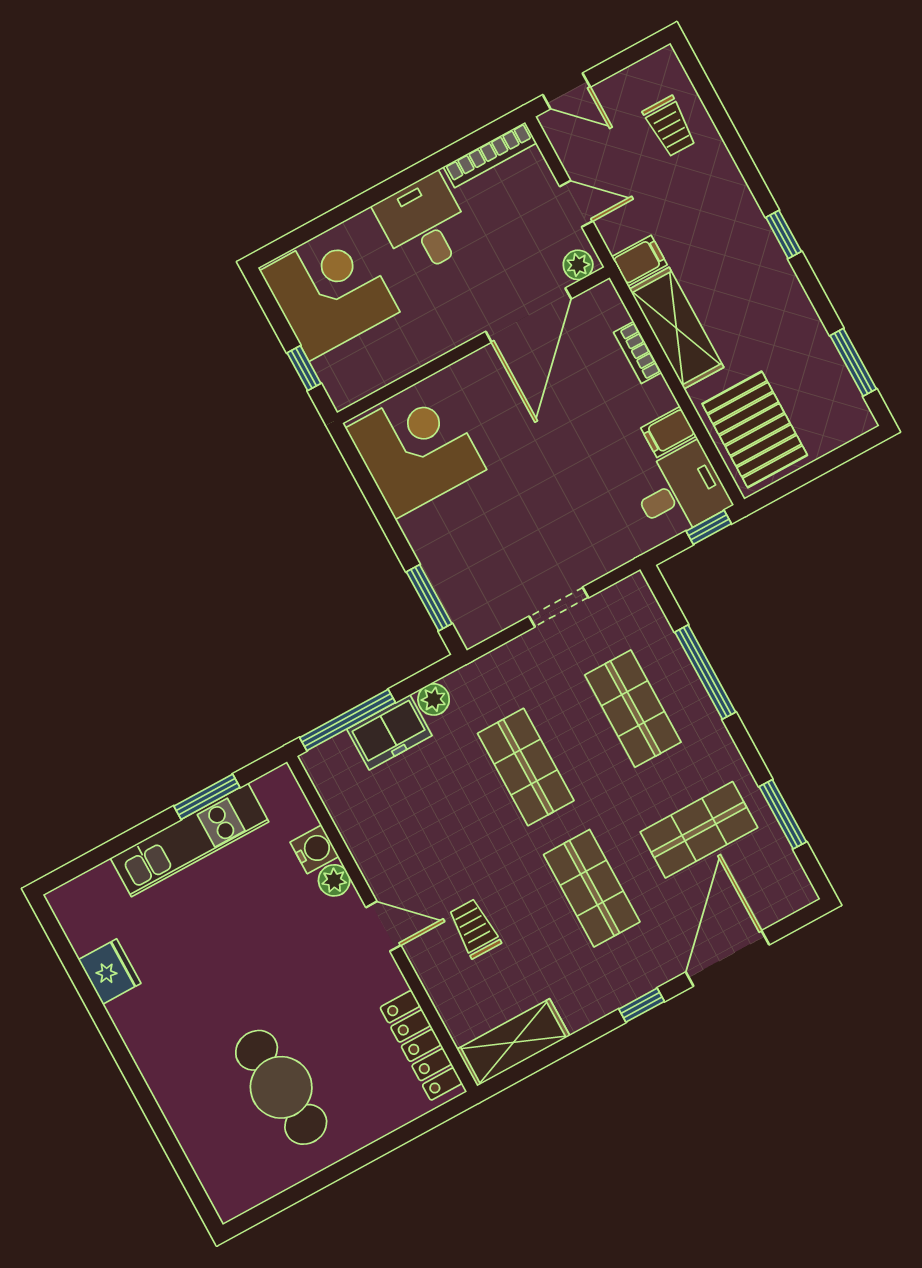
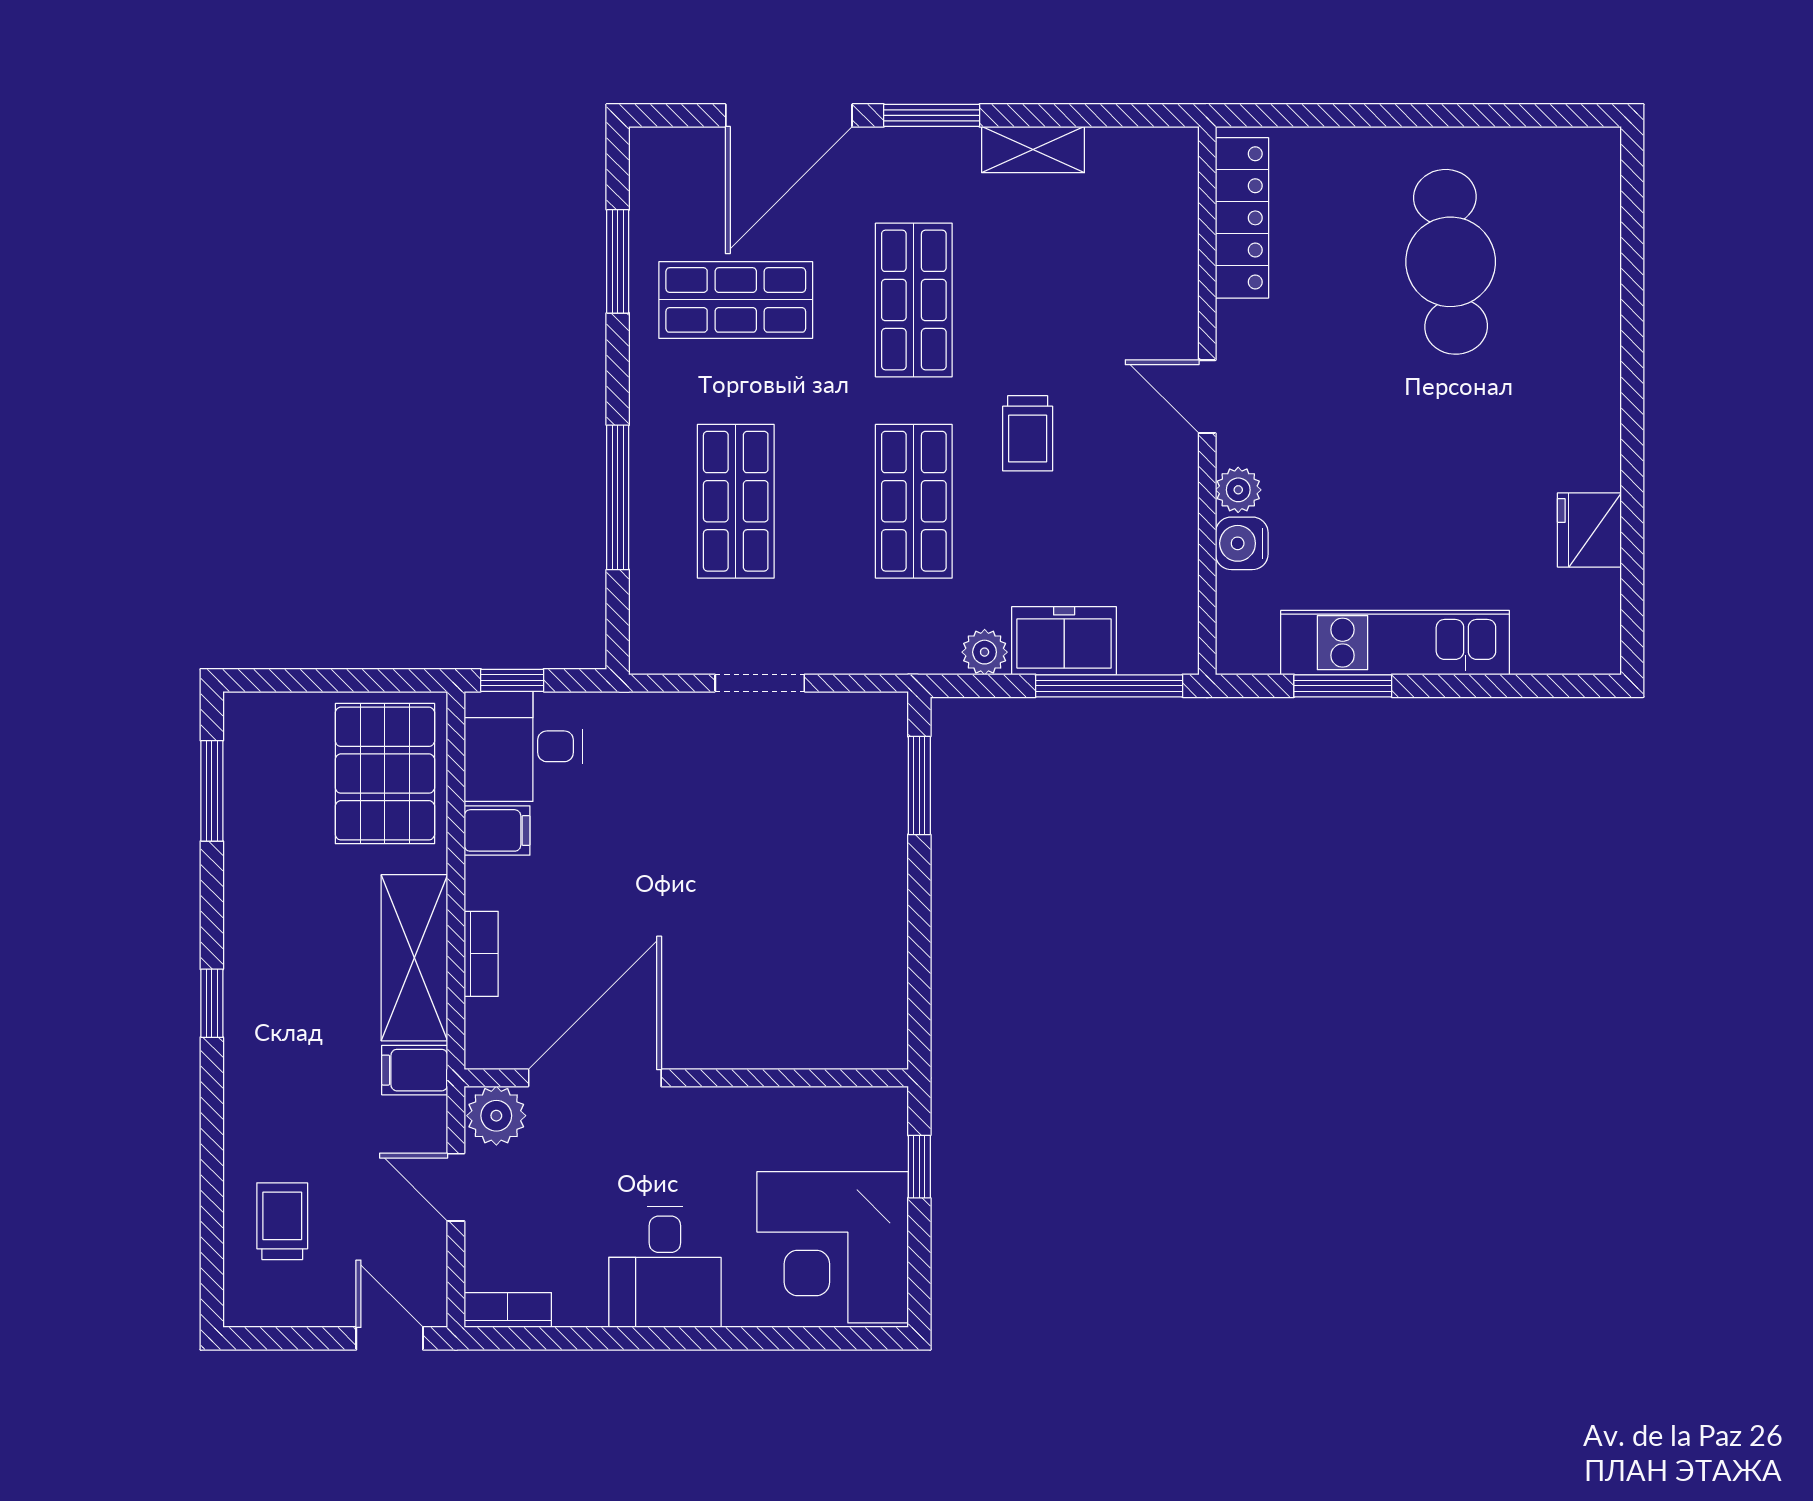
bookcase: (490, 155) -> (508, 1310), width x0.64
plant: (578, 265) -> (496, 1116), width x1.38, depth x1.38
corner desk: (416, 449) -> (832, 985), removed
trolley: (474, 929) -> (1028, 433), moved
window: (642, 1005) -> (932, 115), width x1.50
shelving: (513, 1042) -> (1033, 150), moved, width x0.67, depth x0.75

